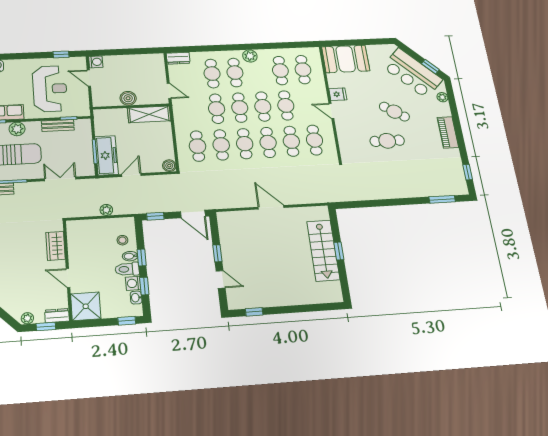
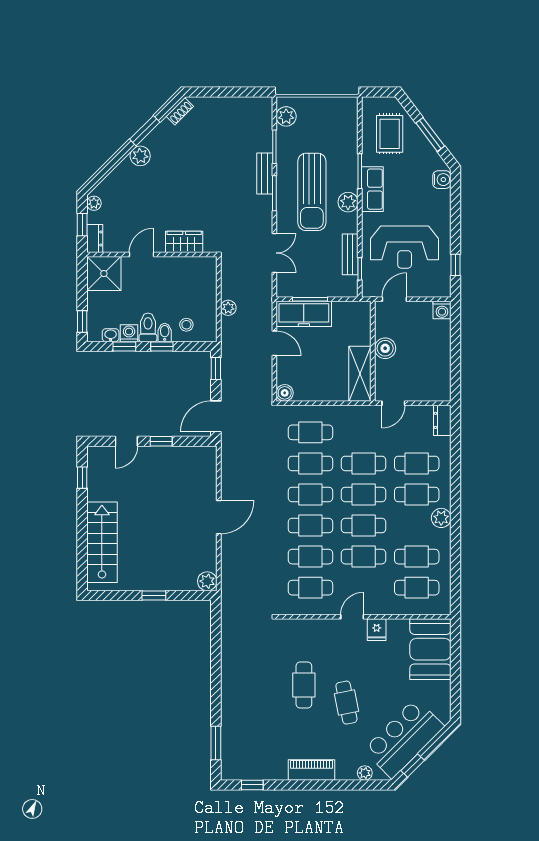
door: (89, 78) -> (394, 299), moved
cafe table: (394, 112) -> (346, 703), turned -44
plant: (322, 213) -> (207, 581), added
stairs: (323, 251) -> (102, 542), moved, turned 90

